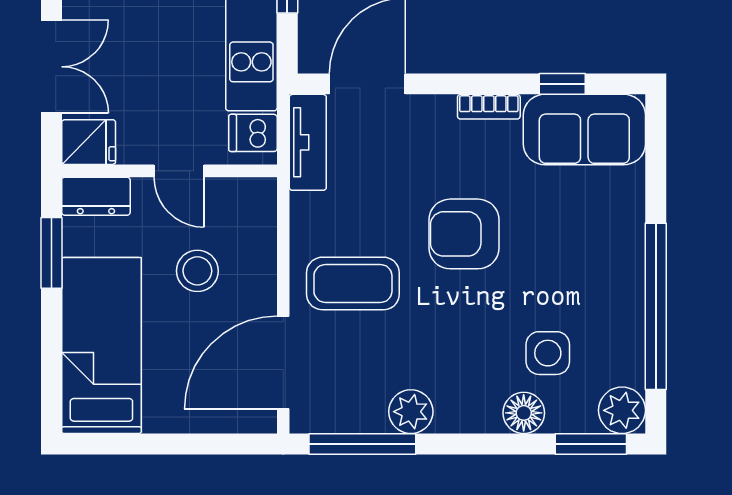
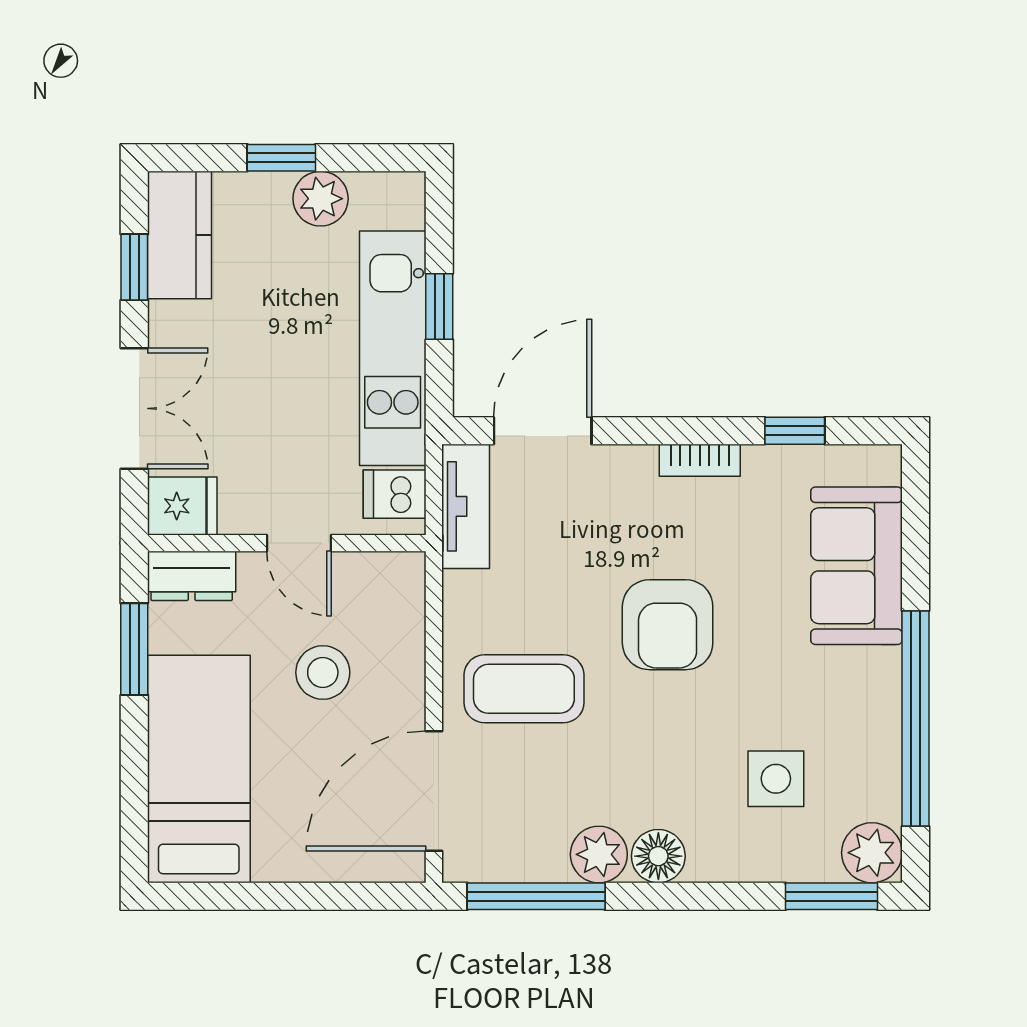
sofa: (584, 130) -> (856, 566), moved, turned 90
armchair: (464, 234) -> (668, 625), turned -90
floor lamp: (524, 413) -> (658, 856), moved

